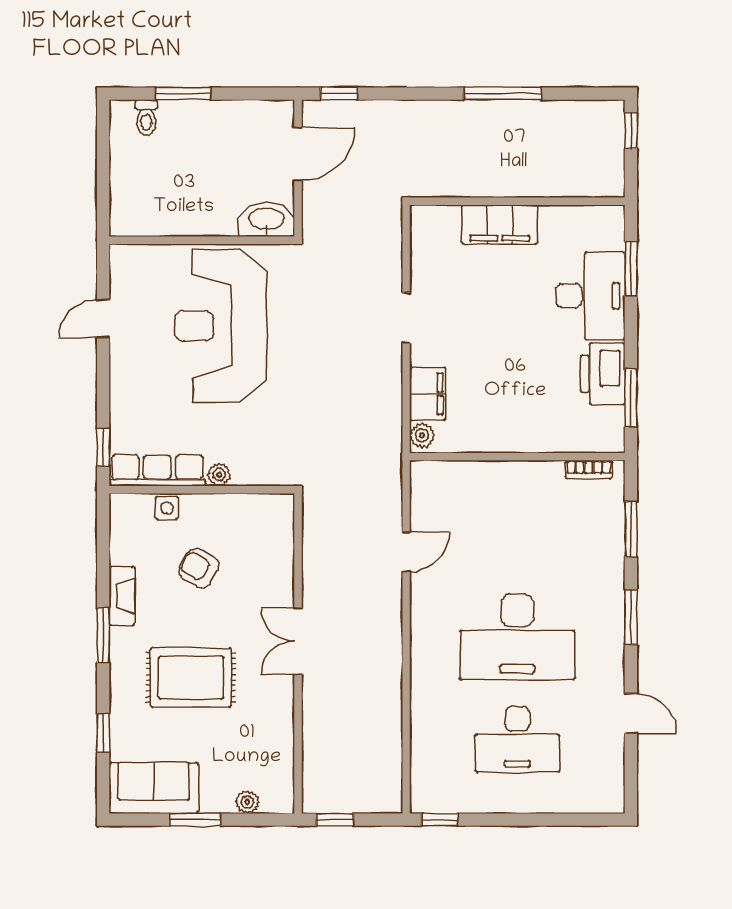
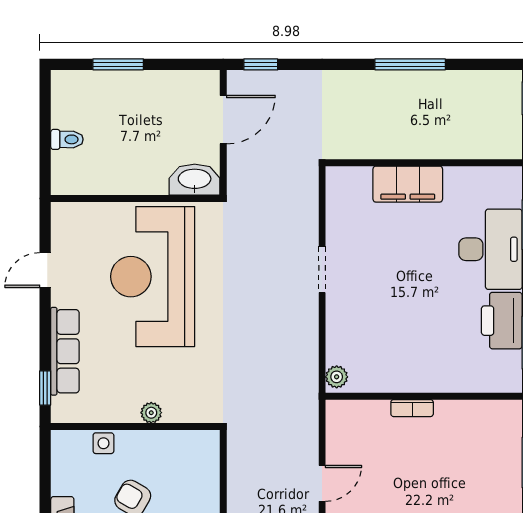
toilet: (146, 117) -> (67, 139), moved, turned -90
filing cabinet: (428, 394) -> (342, 339), removed
bookcase: (589, 470) -> (412, 408), moved
row of seats: (157, 471) -> (65, 351), moved, turned 90

